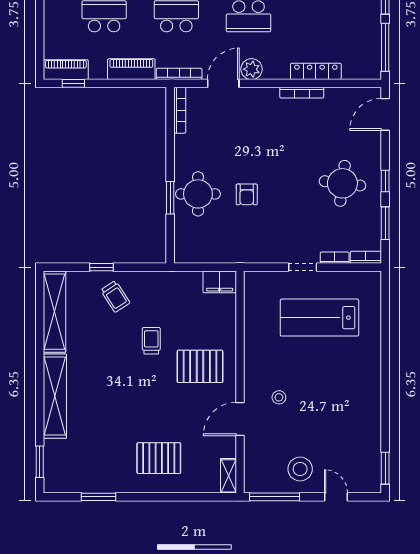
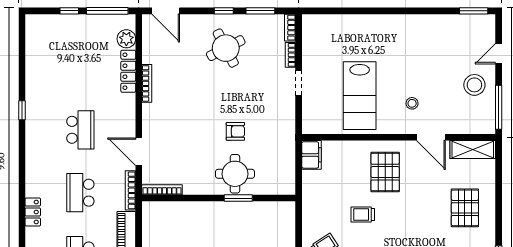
plant: (252, 69) -> (126, 39), moved
round table: (342, 183) -> (226, 48), turned -34
lab bench: (319, 318) -> (360, 96), moved
shelving: (228, 476) -> (473, 150), width x1.50, depth x1.33

